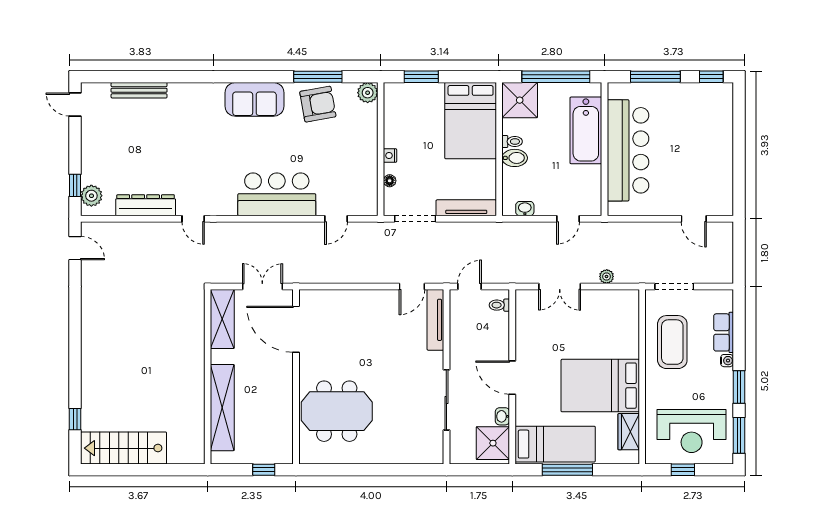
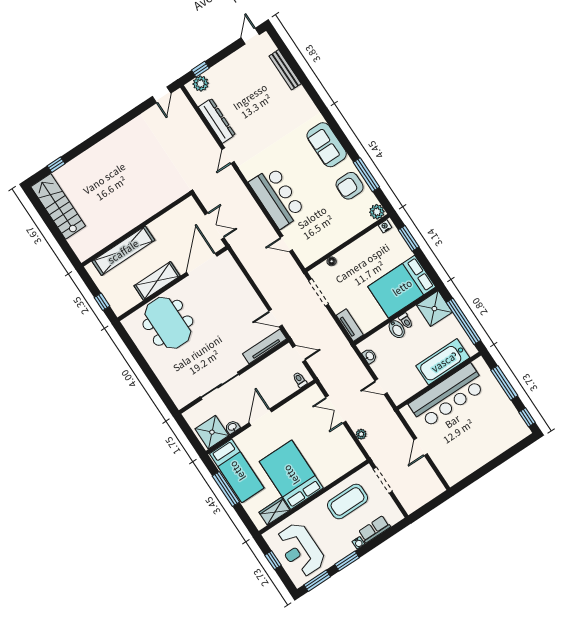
armchair: (318, 104) -> (350, 186), turned 100
nightstand: (390, 156) -> (385, 226), moved
tv unit: (466, 208) -> (350, 325), width x0.71
door: (694, 219) -> (421, 447), moved
shelving: (222, 319) -> (157, 281), moved

